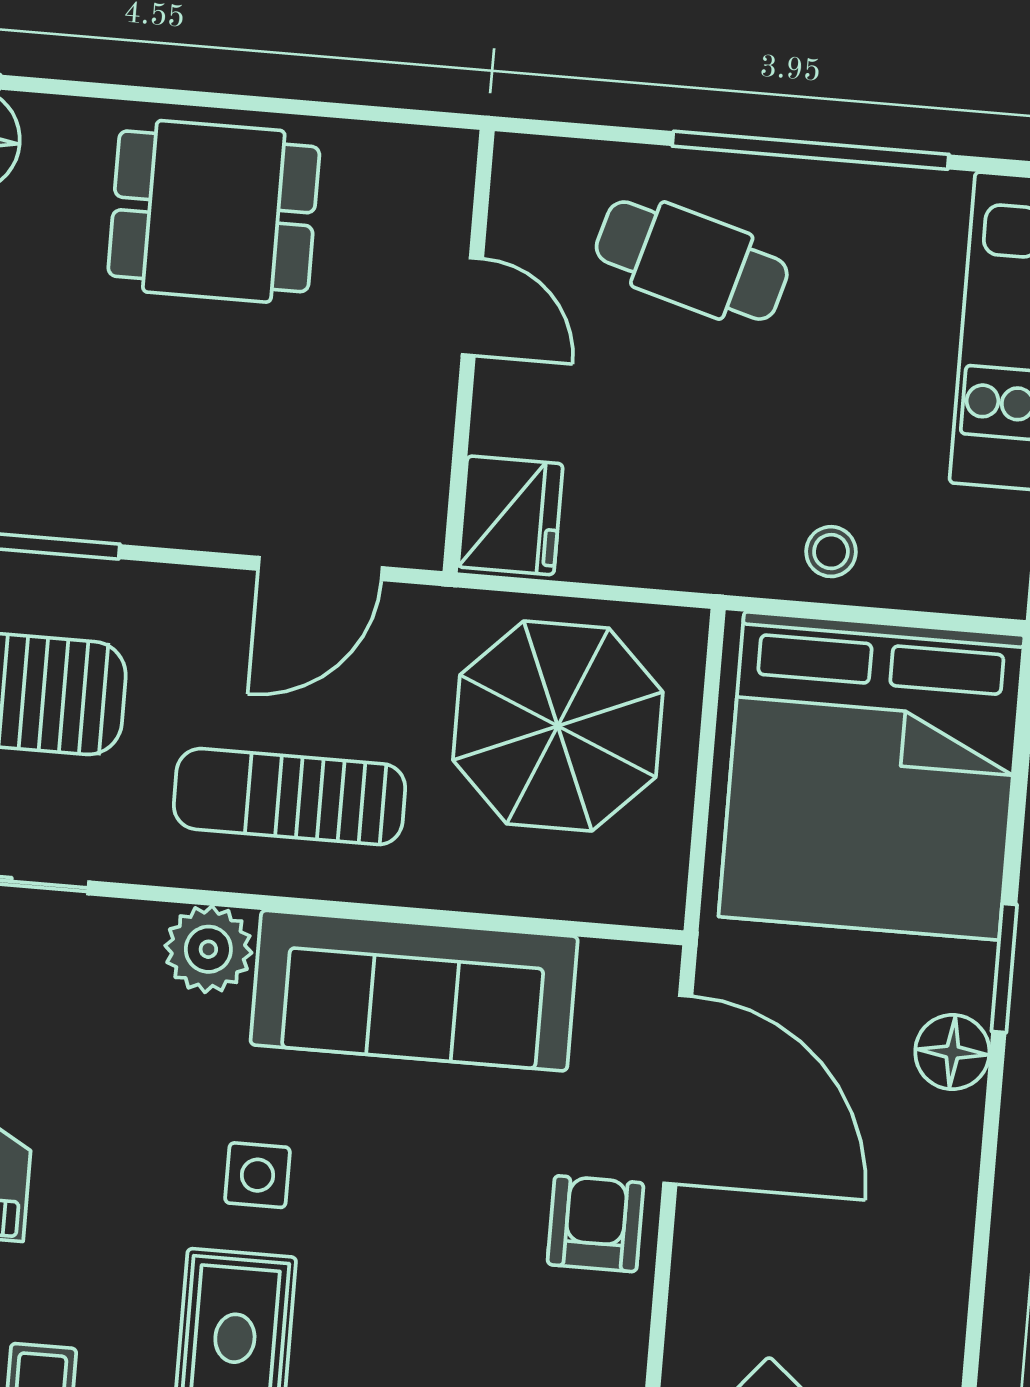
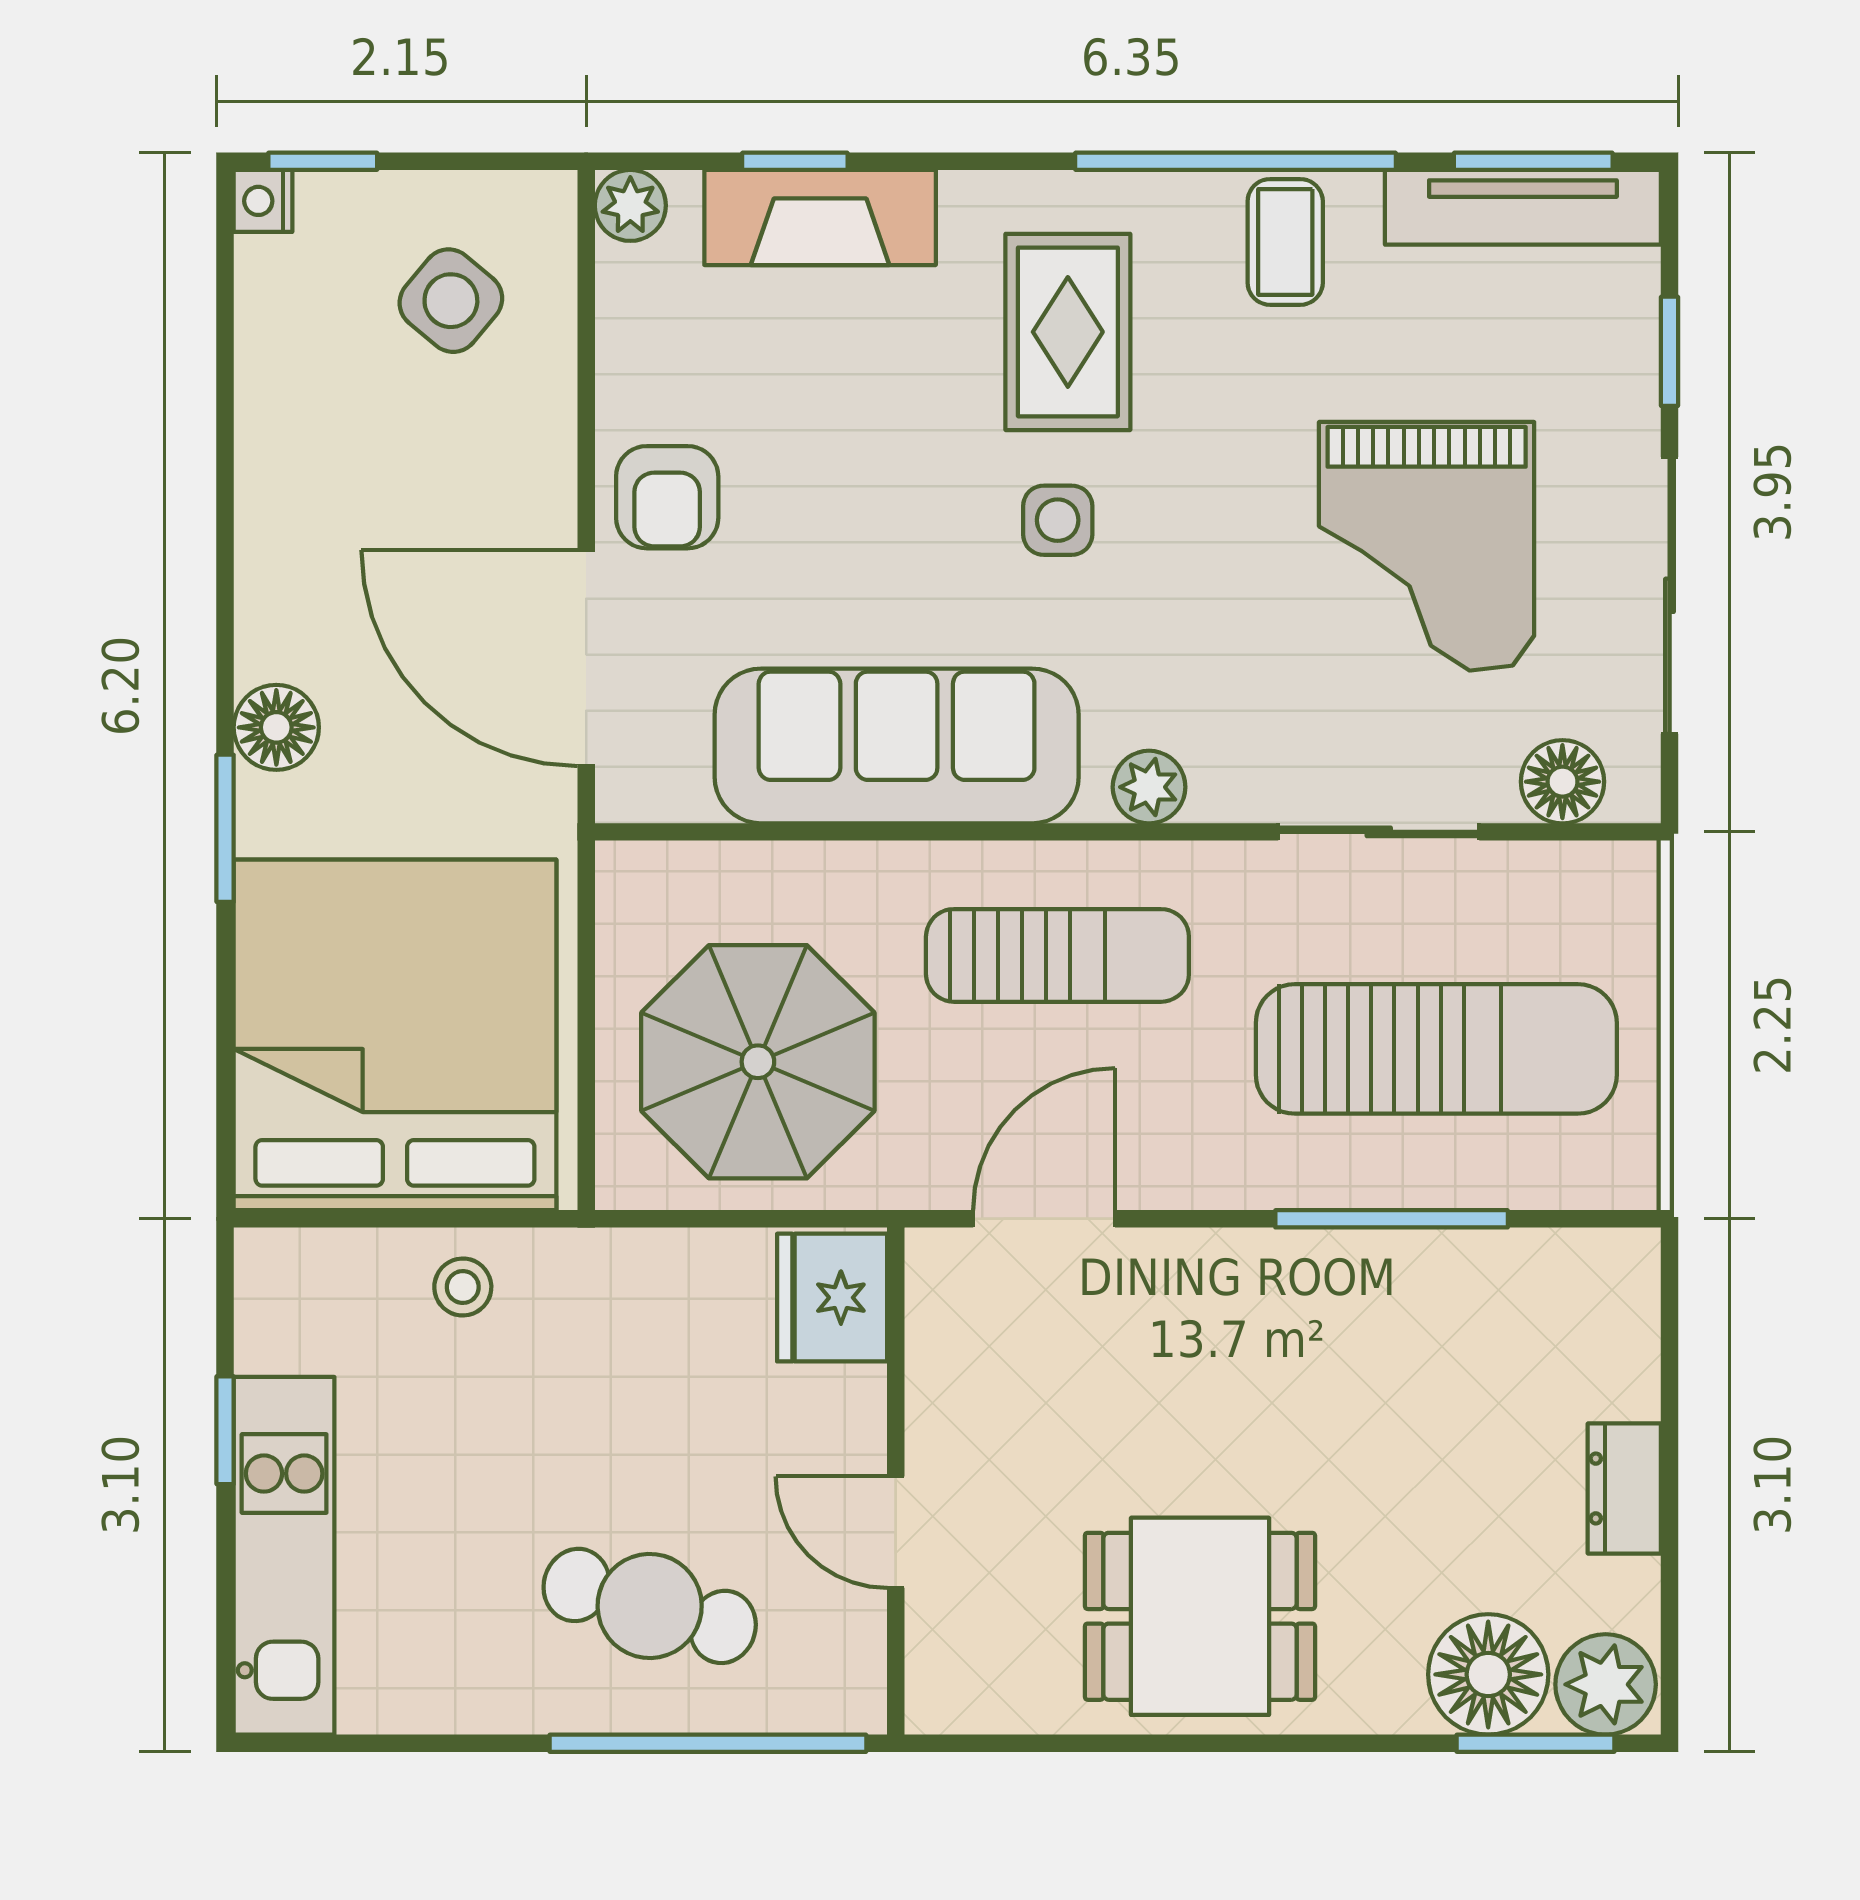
window: (811, 150) -> (708, 1743), moved
plant: (208, 949) -> (1149, 787), width x0.73, depth x0.73

